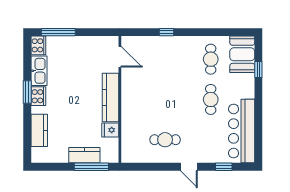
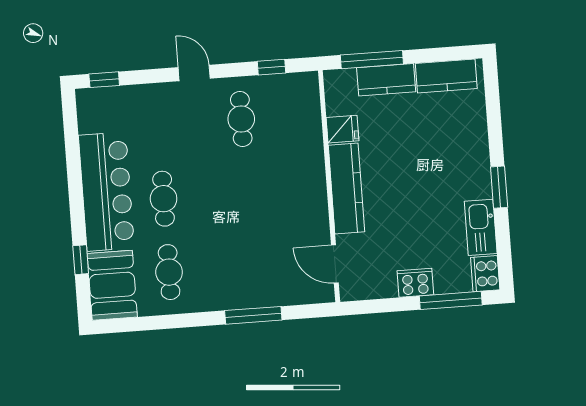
window: (167, 32) -> (253, 315), width x2.17
cooker: (38, 96) -> (415, 283), moved, turned 90
kitchen counter: (39, 130) -> (446, 76), moved, turned -90
bar counter: (242, 131) -> (106, 192), moved
cafe table: (165, 140) -> (241, 119), turned 90
window: (146, 167) -> (272, 67), added
window: (224, 167) -> (104, 80), moved

